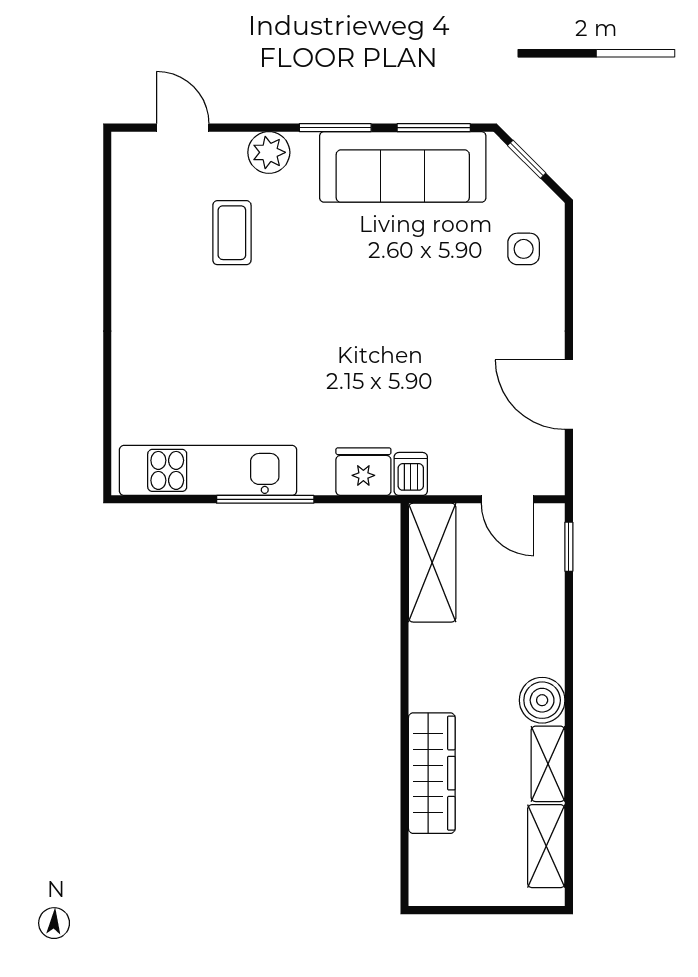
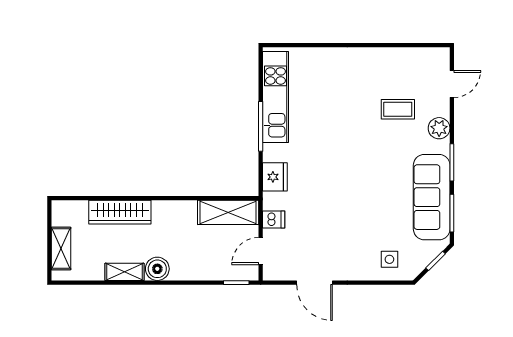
door: (569, 395) -> (314, 283), swing flipped
dishwasher: (411, 474) -> (274, 219), moved
shelving: (546, 846) -> (61, 249), moved, turned 90

